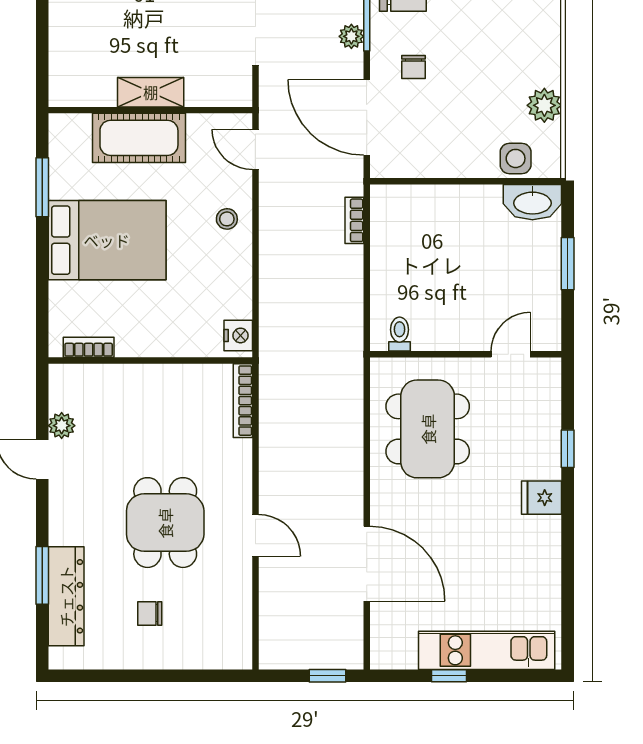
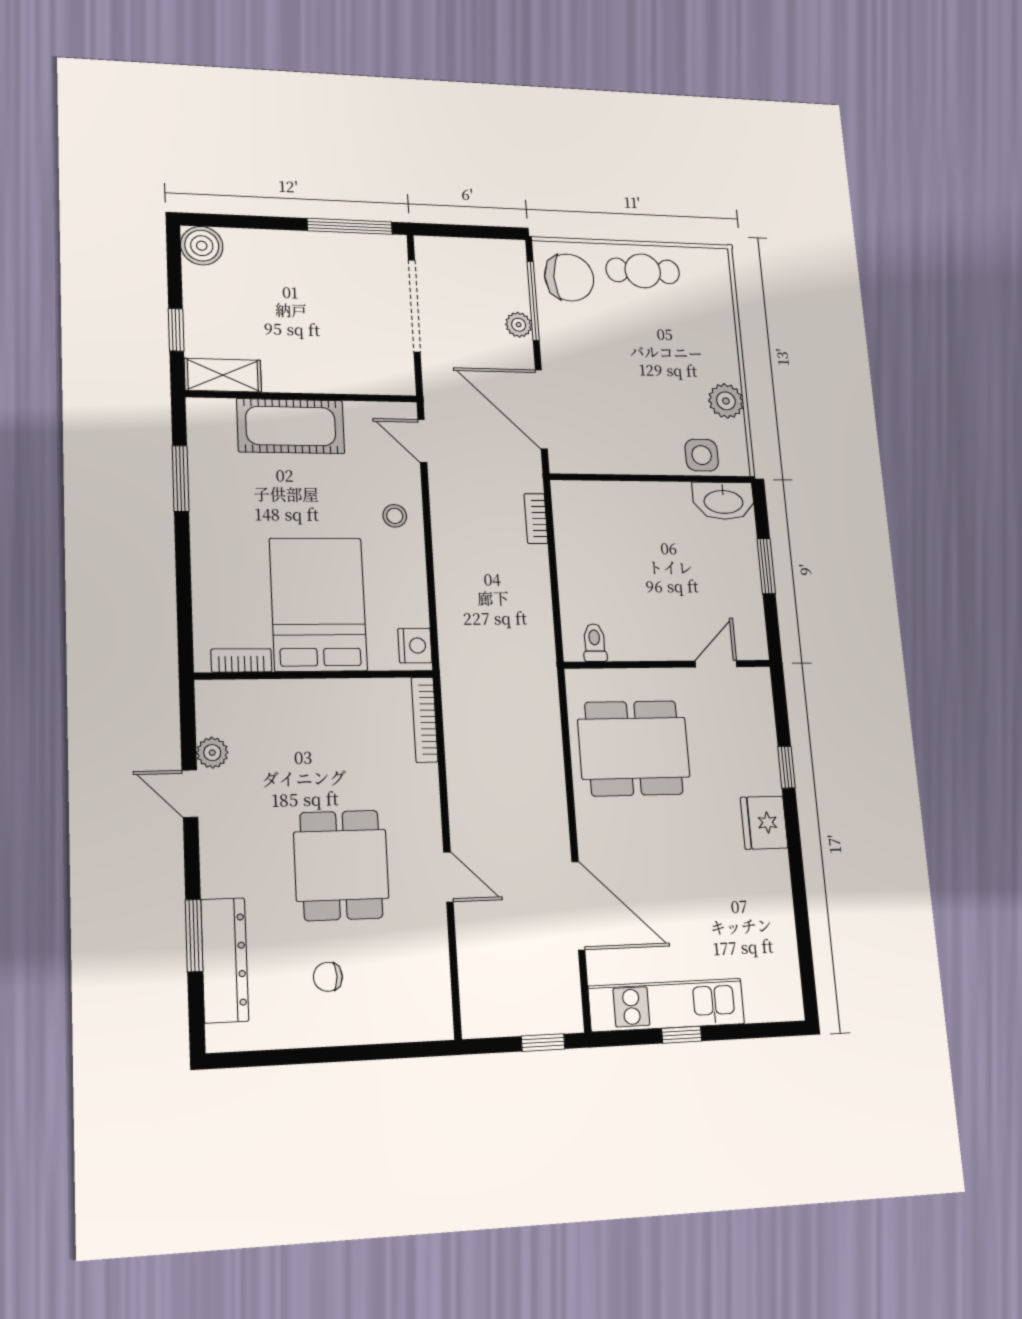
window: (42, 51) -> (176, 330), added
chair: (414, 67) -> (587, 358), removed
shelving: (151, 92) -> (223, 375), moved
bed: (107, 240) -> (318, 604), moved, turned -90
dining table: (428, 429) -> (634, 748), turned 90
fridge: (542, 498) -> (764, 823), width x1.38
kitchen unit: (487, 650) -> (667, 1005), moved

